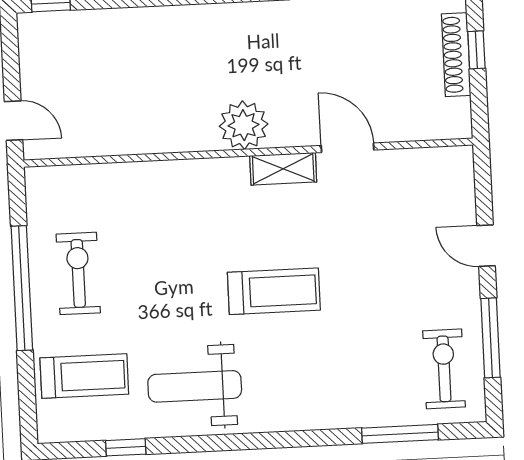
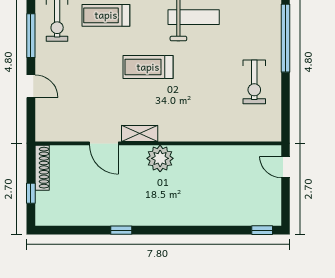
shoe rack: (456, 55) -> (42, 168), moved
window: (22, 288) -> (285, 38), moved
treadmill: (84, 376) -> (106, 15), moved

